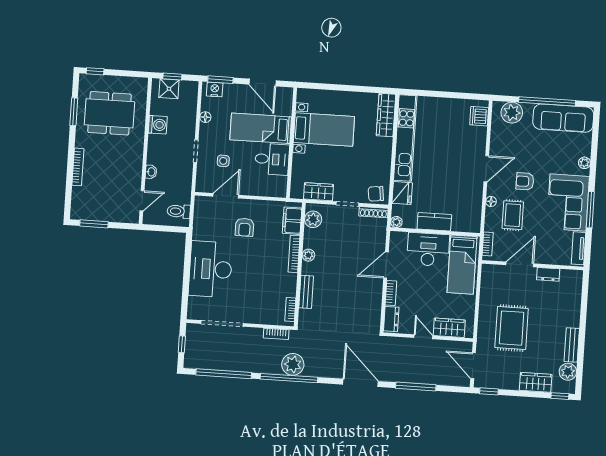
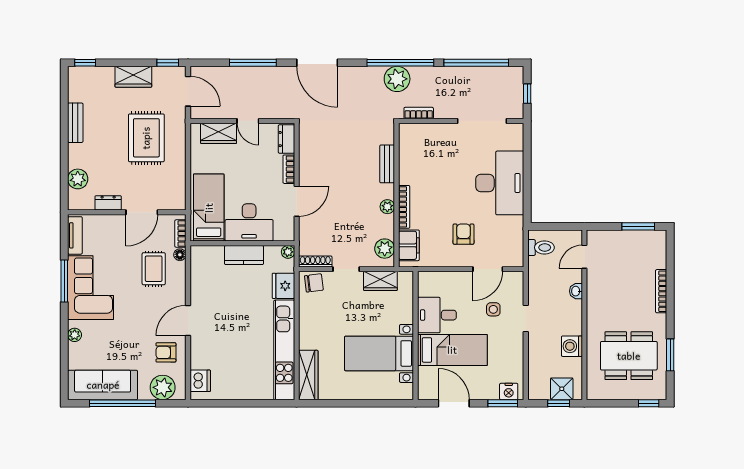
floor lamp: (205, 117) -> (517, 359), removed
armchair: (525, 181) -> (166, 352), moved, turned 180
floor lamp: (491, 201) -> (180, 255), moved
bookcase: (290, 310) -> (404, 142), removed
plant: (568, 372) -> (78, 179), moved
wardrobe: (536, 382) -> (133, 77), moved

